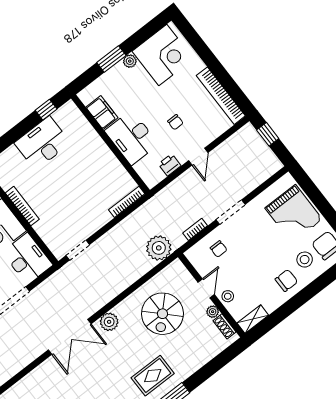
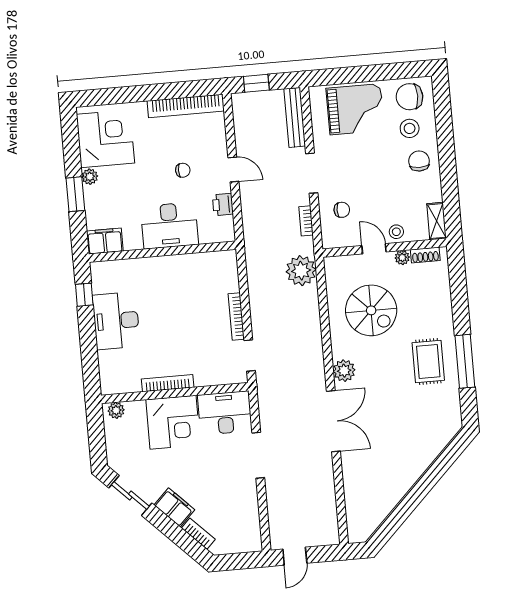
filing cabinet: (102, 113) -> (105, 241), moved
bench: (261, 176) -> (295, 117), added
bookcase: (127, 202) -> (236, 317), moved

